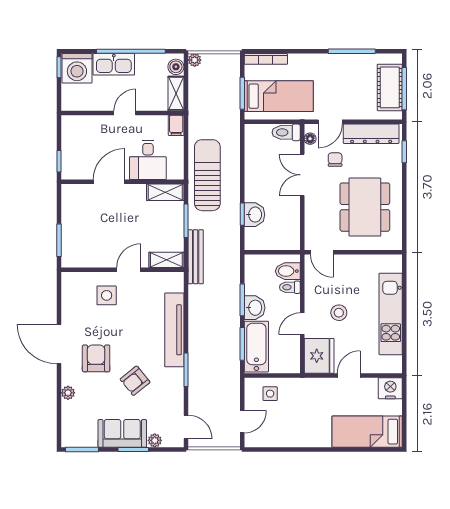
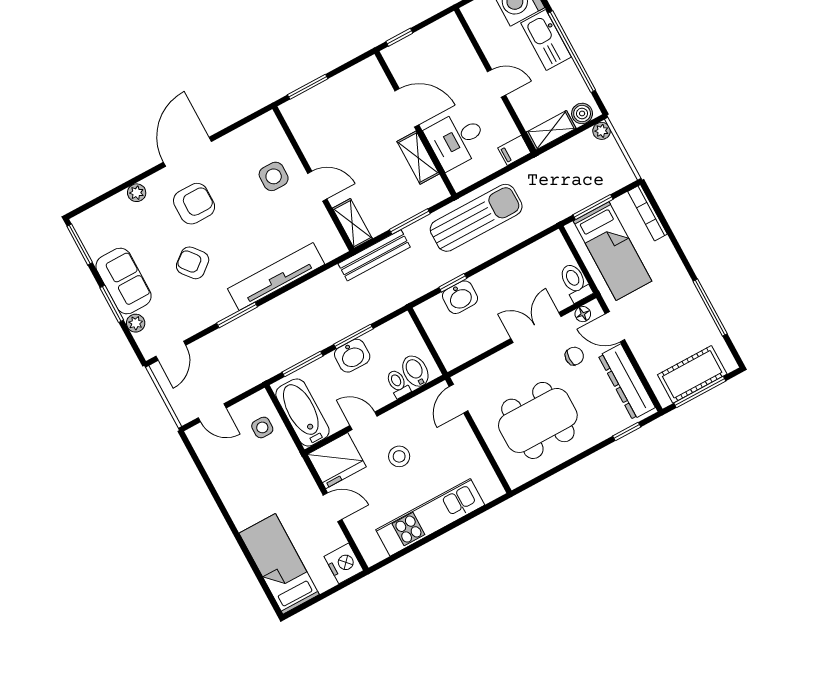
shelving: (165, 192) -> (418, 158), moved
bathtub: (256, 347) -> (302, 412), moved, turned -90

